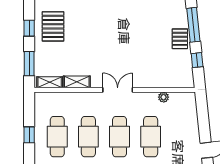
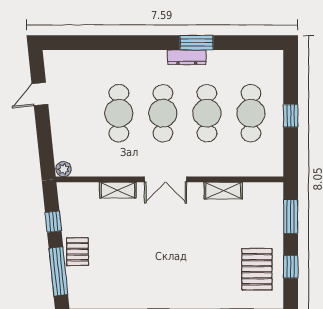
shelving: (50, 82) -> (118, 190), moved
plant: (164, 97) -> (64, 169), moved

